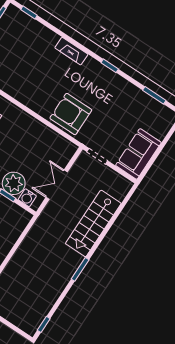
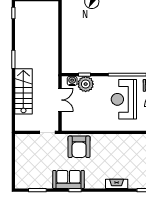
fireplace: (71, 51) -> (117, 184), moved
armchair: (71, 114) -> (79, 147), turned 90
sofa: (138, 154) -> (69, 179), moved, turned -90

